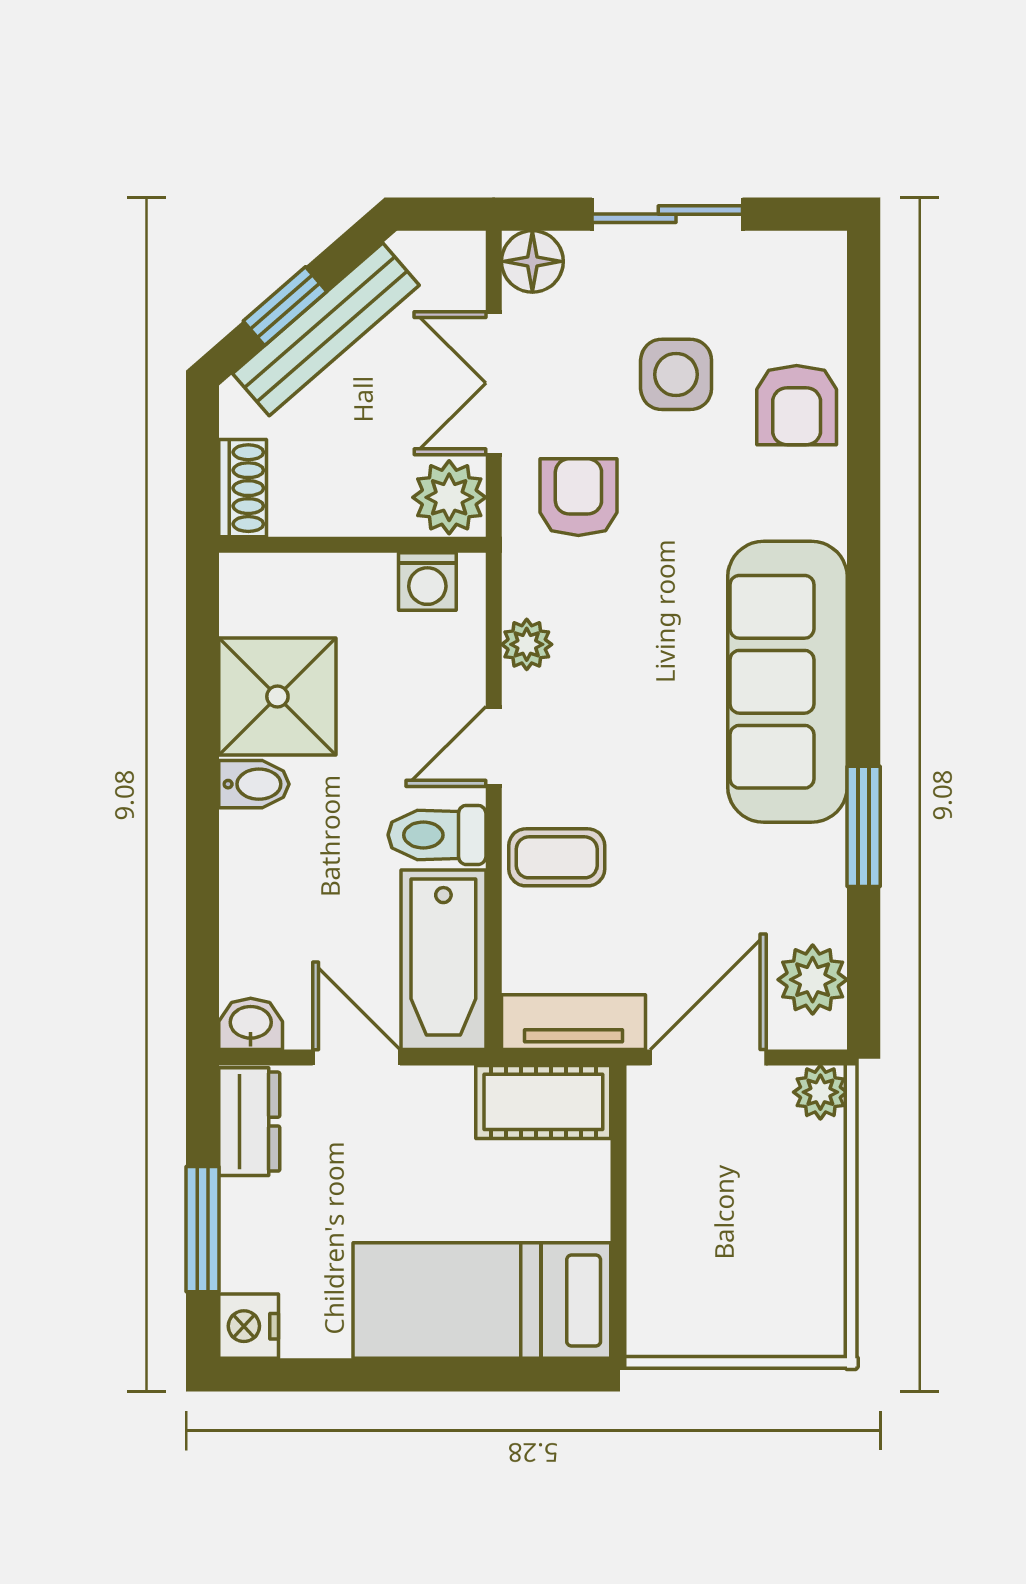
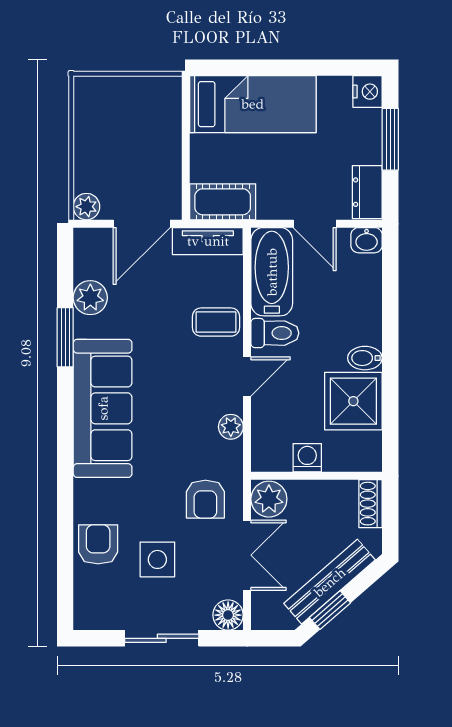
window: (285, 306) -> (330, 610), moved
washing machine: (427, 581) -> (307, 458), moved
plant: (813, 980) -> (90, 298), moved

